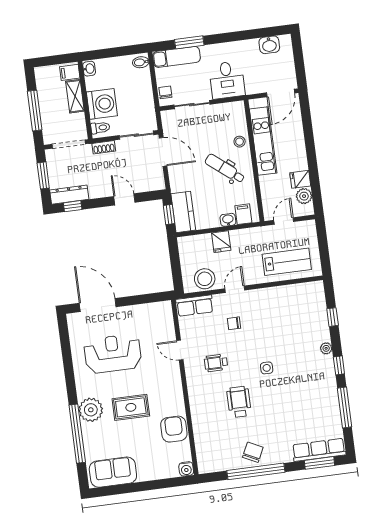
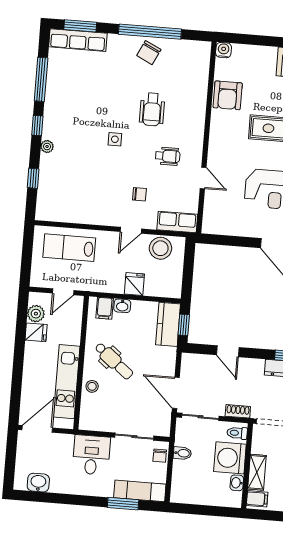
bidet: (141, 62) -> (182, 453), moved
washbasin: (89, 69) -> (237, 483), moved

